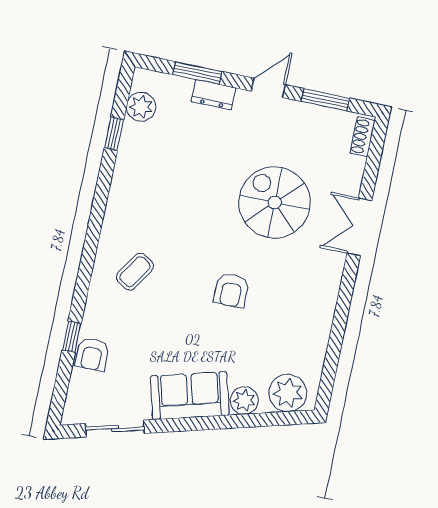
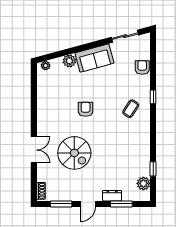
window: (72, 337) -> (153, 97), moved
plant: (288, 393) -> (46, 66), width x0.53, depth x0.53

